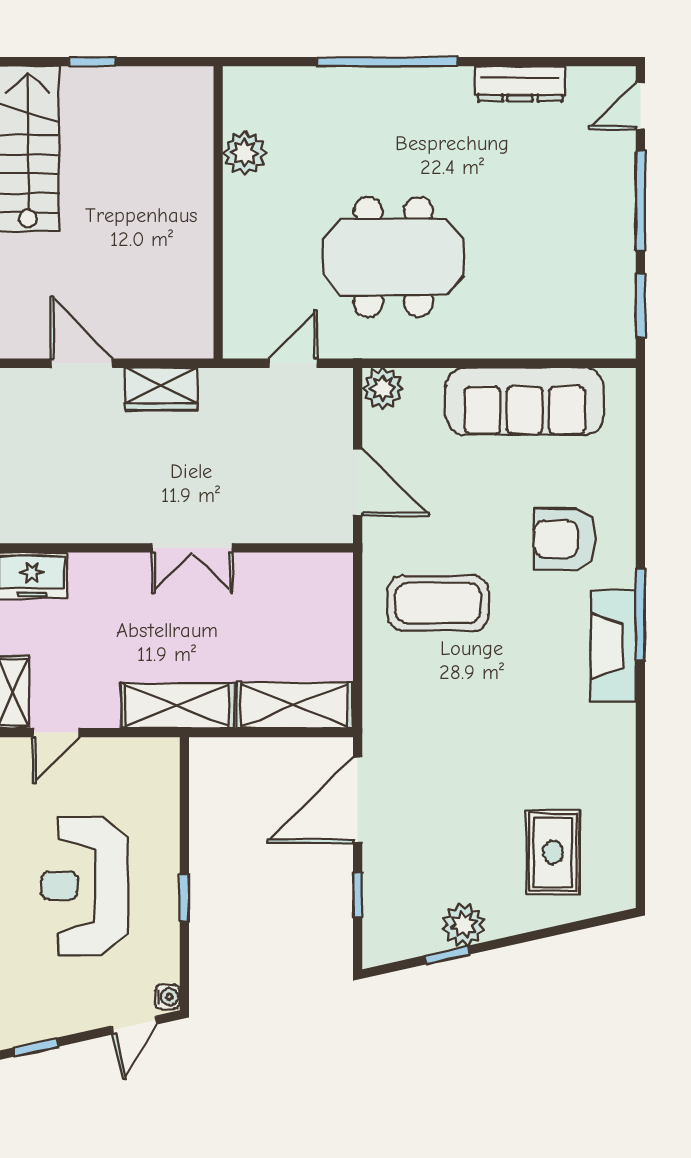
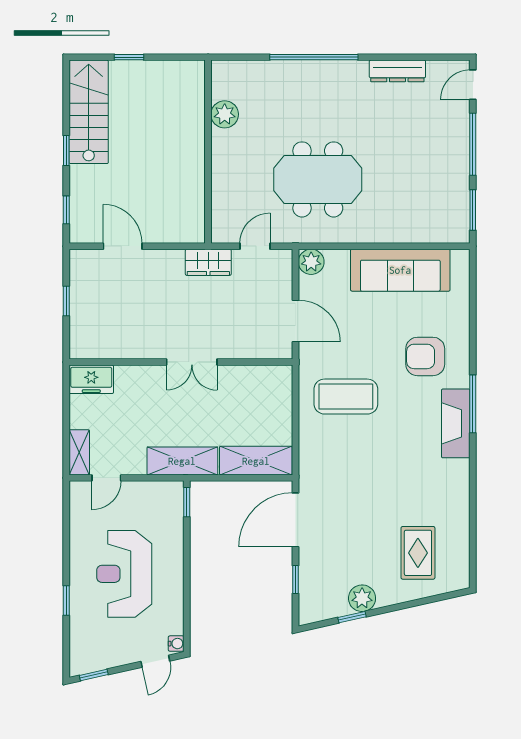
wardrobe: (161, 389) -> (208, 262), moved
window: (184, 898) -> (187, 502), moved

